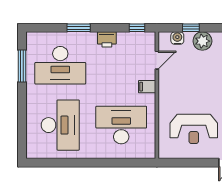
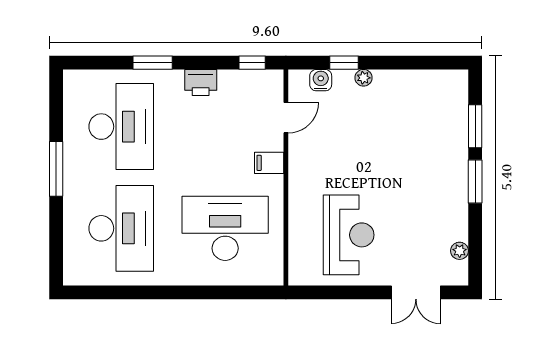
plant: (202, 41) -> (364, 78), width x0.53, depth x0.53
desk: (60, 65) -> (121, 127), turned -90
window: (22, 66) -> (56, 169), moved
reception desk: (194, 129) -> (349, 235), turned -90

